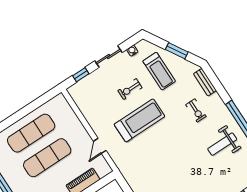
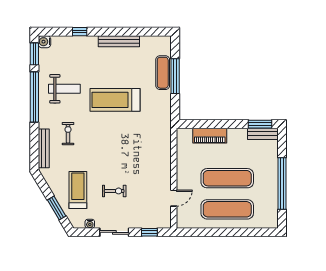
window: (177, 51) -> (57, 208), moved
bench: (205, 82) -> (44, 148), width x1.36
treadmill: (139, 120) -> (115, 100), moved
door: (100, 146) -> (174, 198), moved

